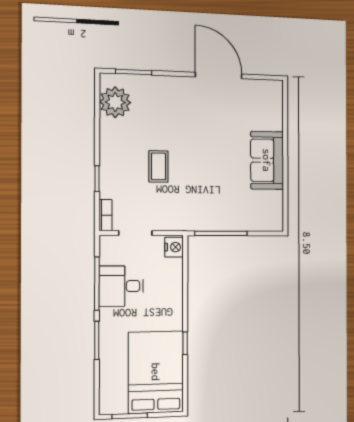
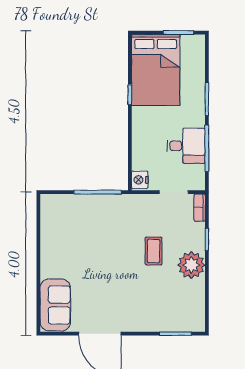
plant: (115, 102) -> (191, 265), moved
sofa: (267, 160) -> (55, 305), moved

